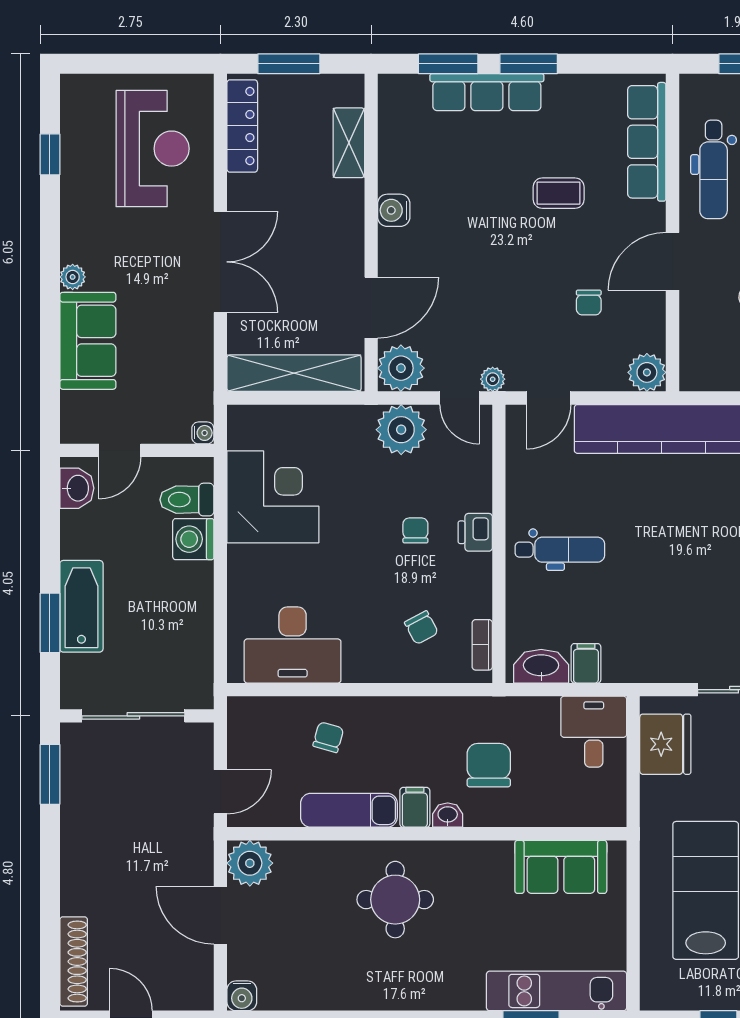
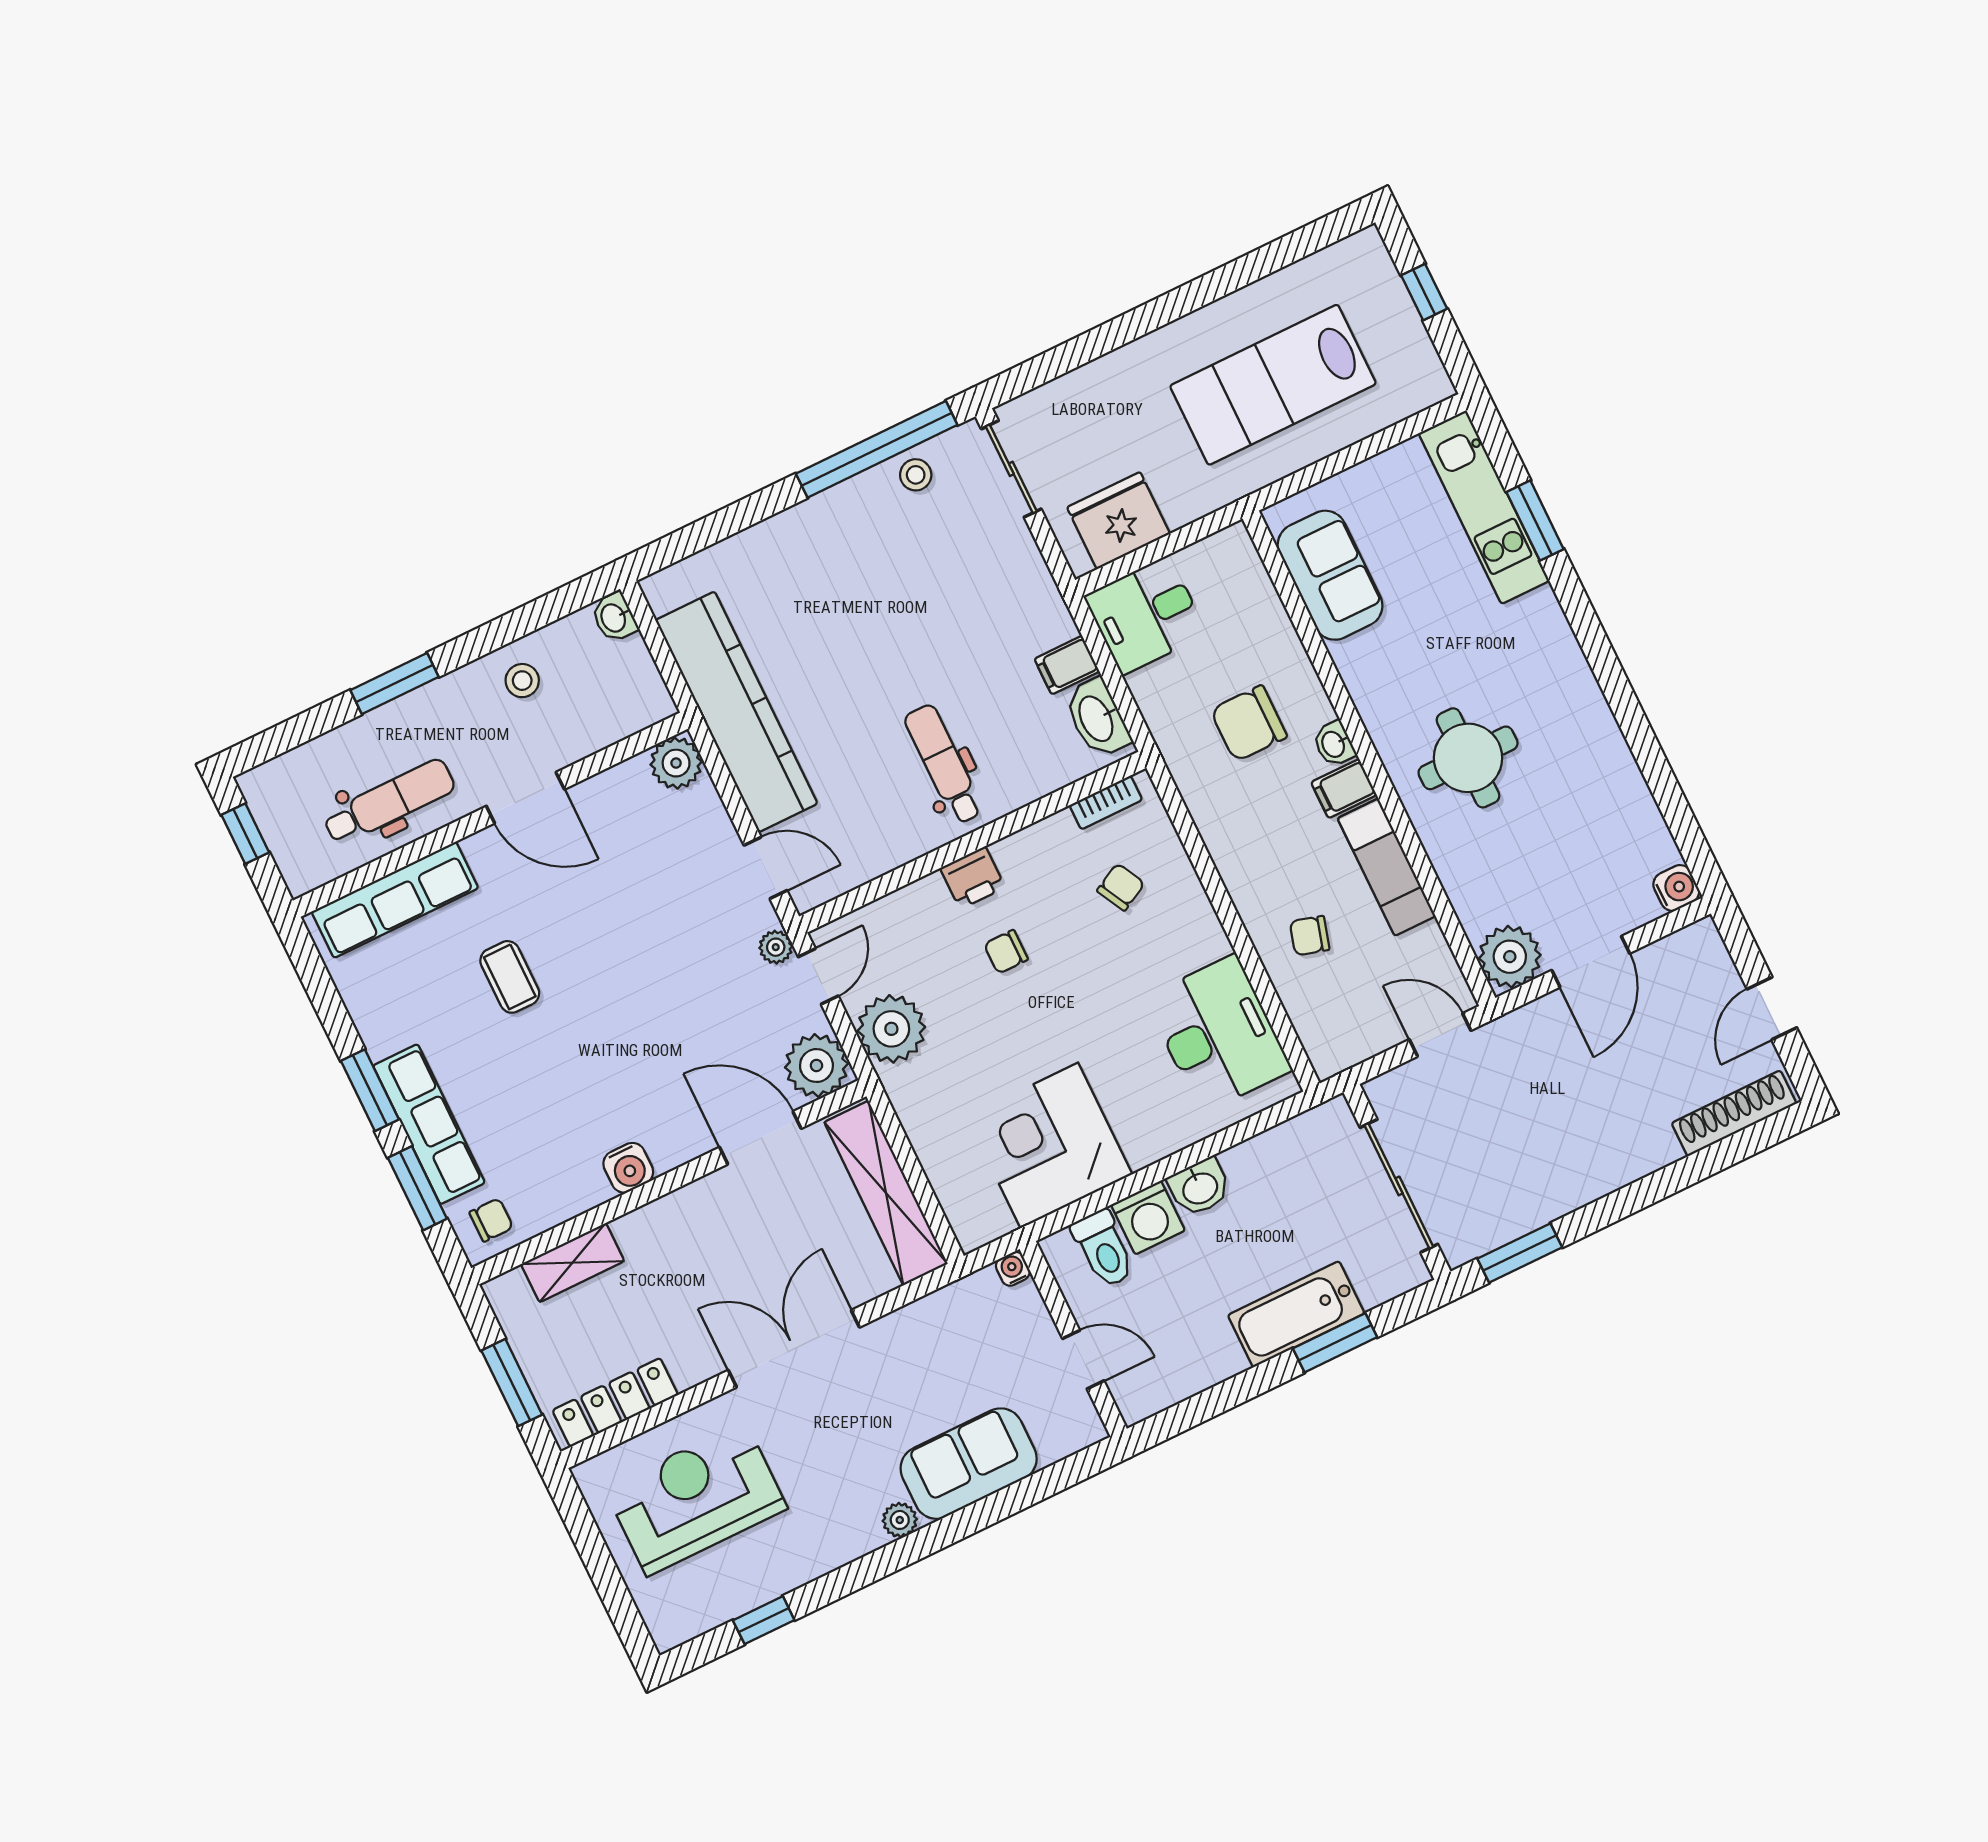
chair: (589, 303) -> (491, 1220), moved
washbasin: (77, 488) -> (1200, 1187), moved, turned 180

